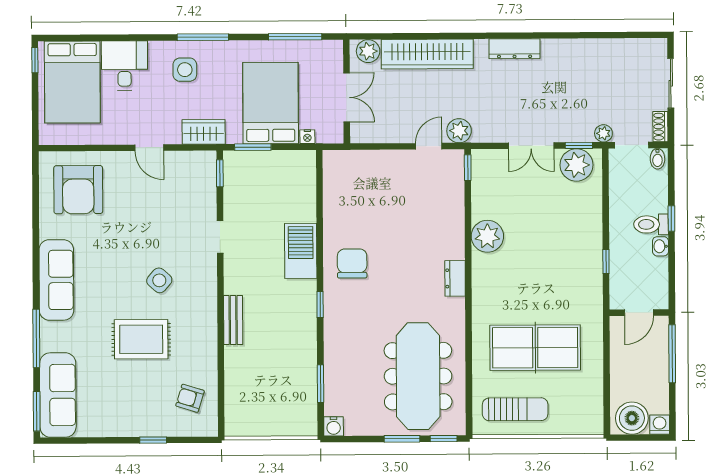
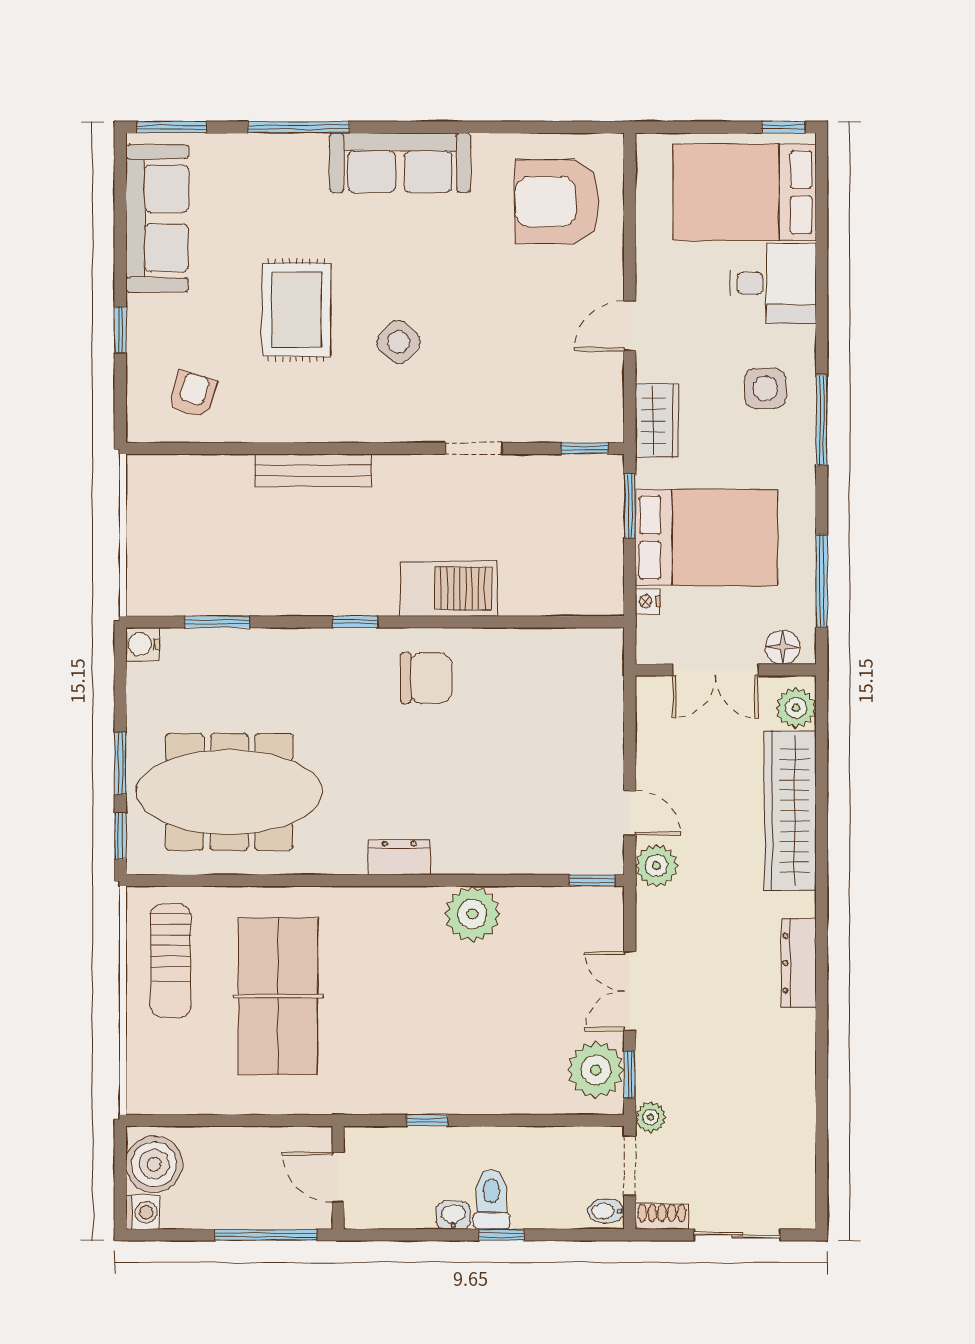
floor lamp: (333, 59) -> (783, 647), added
bench: (233, 320) -> (313, 470), width x1.36
sofa: (58, 395) -> (157, 218), moved, turned -90

